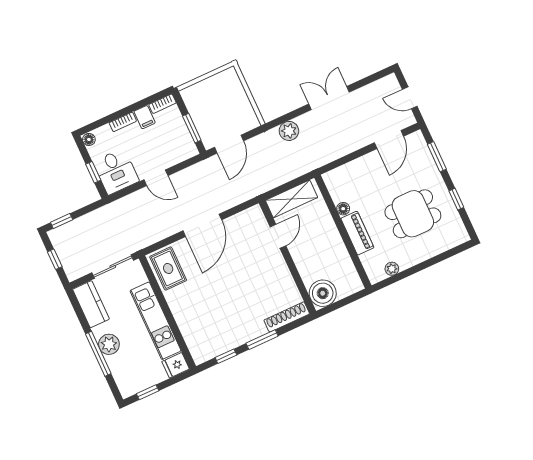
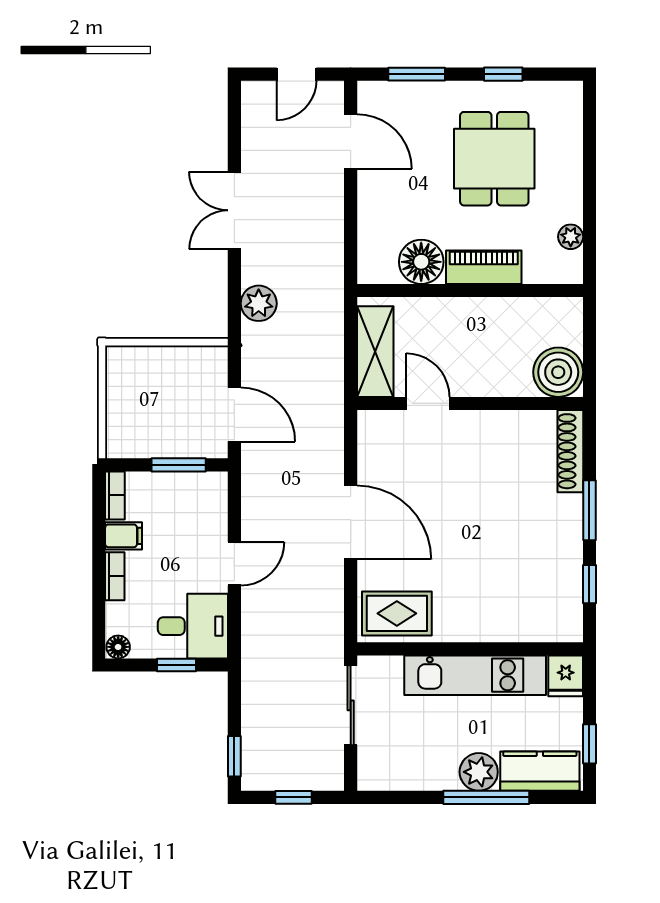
floor lamp: (343, 209) -> (421, 262), width x1.89, depth x1.89
kitchen counter: (91, 304) -> (540, 771), moved

